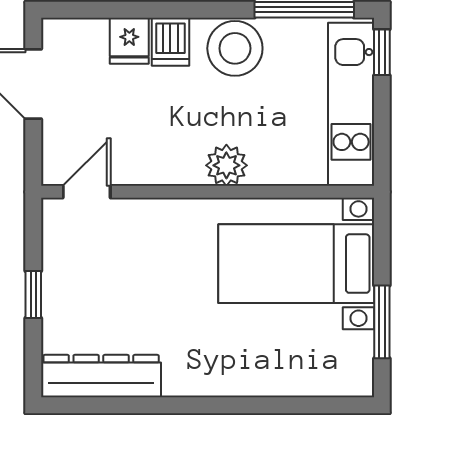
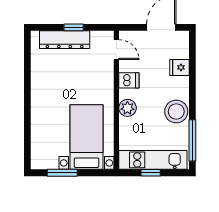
dishwasher: (170, 42) -> (129, 80), moved, turned 180
window: (382, 52) -> (151, 173), moved
dresser: (101, 376) -> (65, 40), moved, turned 90

